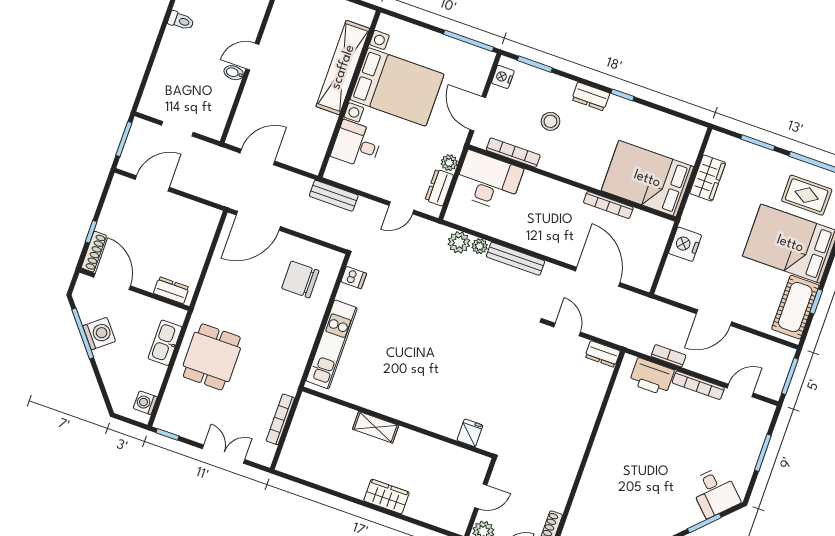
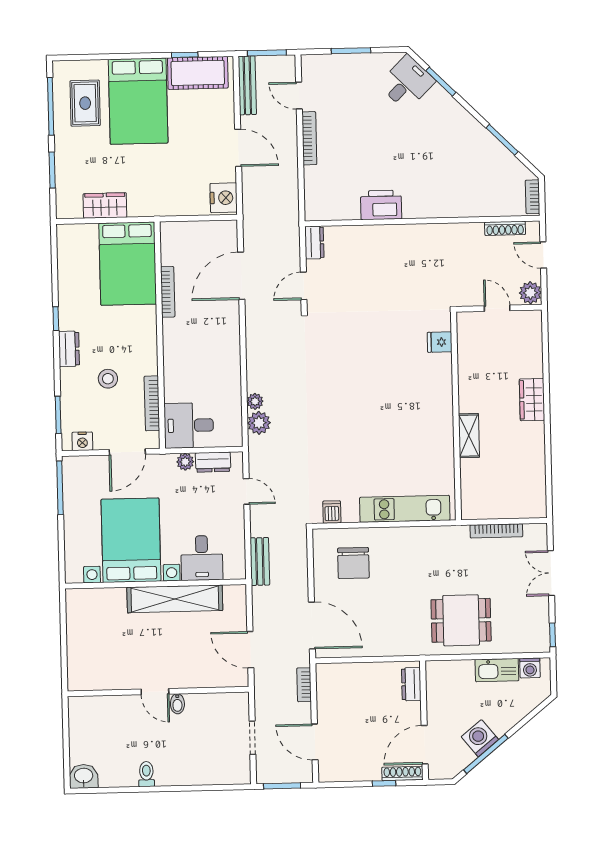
shelving: (343, 67) -> (175, 599), moved
desk: (488, 181) -> (189, 425), width x0.73
nightstand: (685, 244) -> (224, 198), moved, turned -90
bench: (516, 259) -> (247, 85), moved
kitchen sink: (165, 343) -> (497, 670), moved
bookcase: (669, 356) -> (304, 685), moved
printer: (652, 377) -> (381, 205), moved, turned -90

